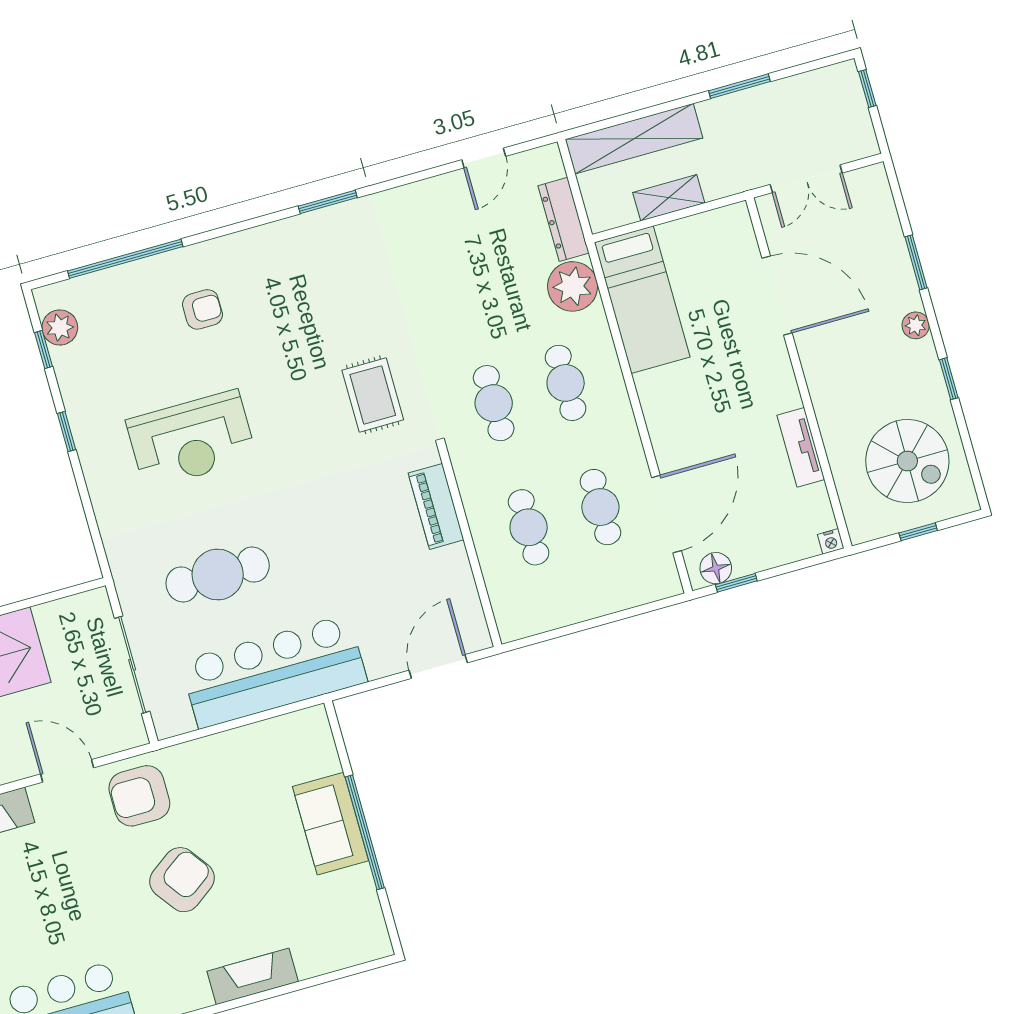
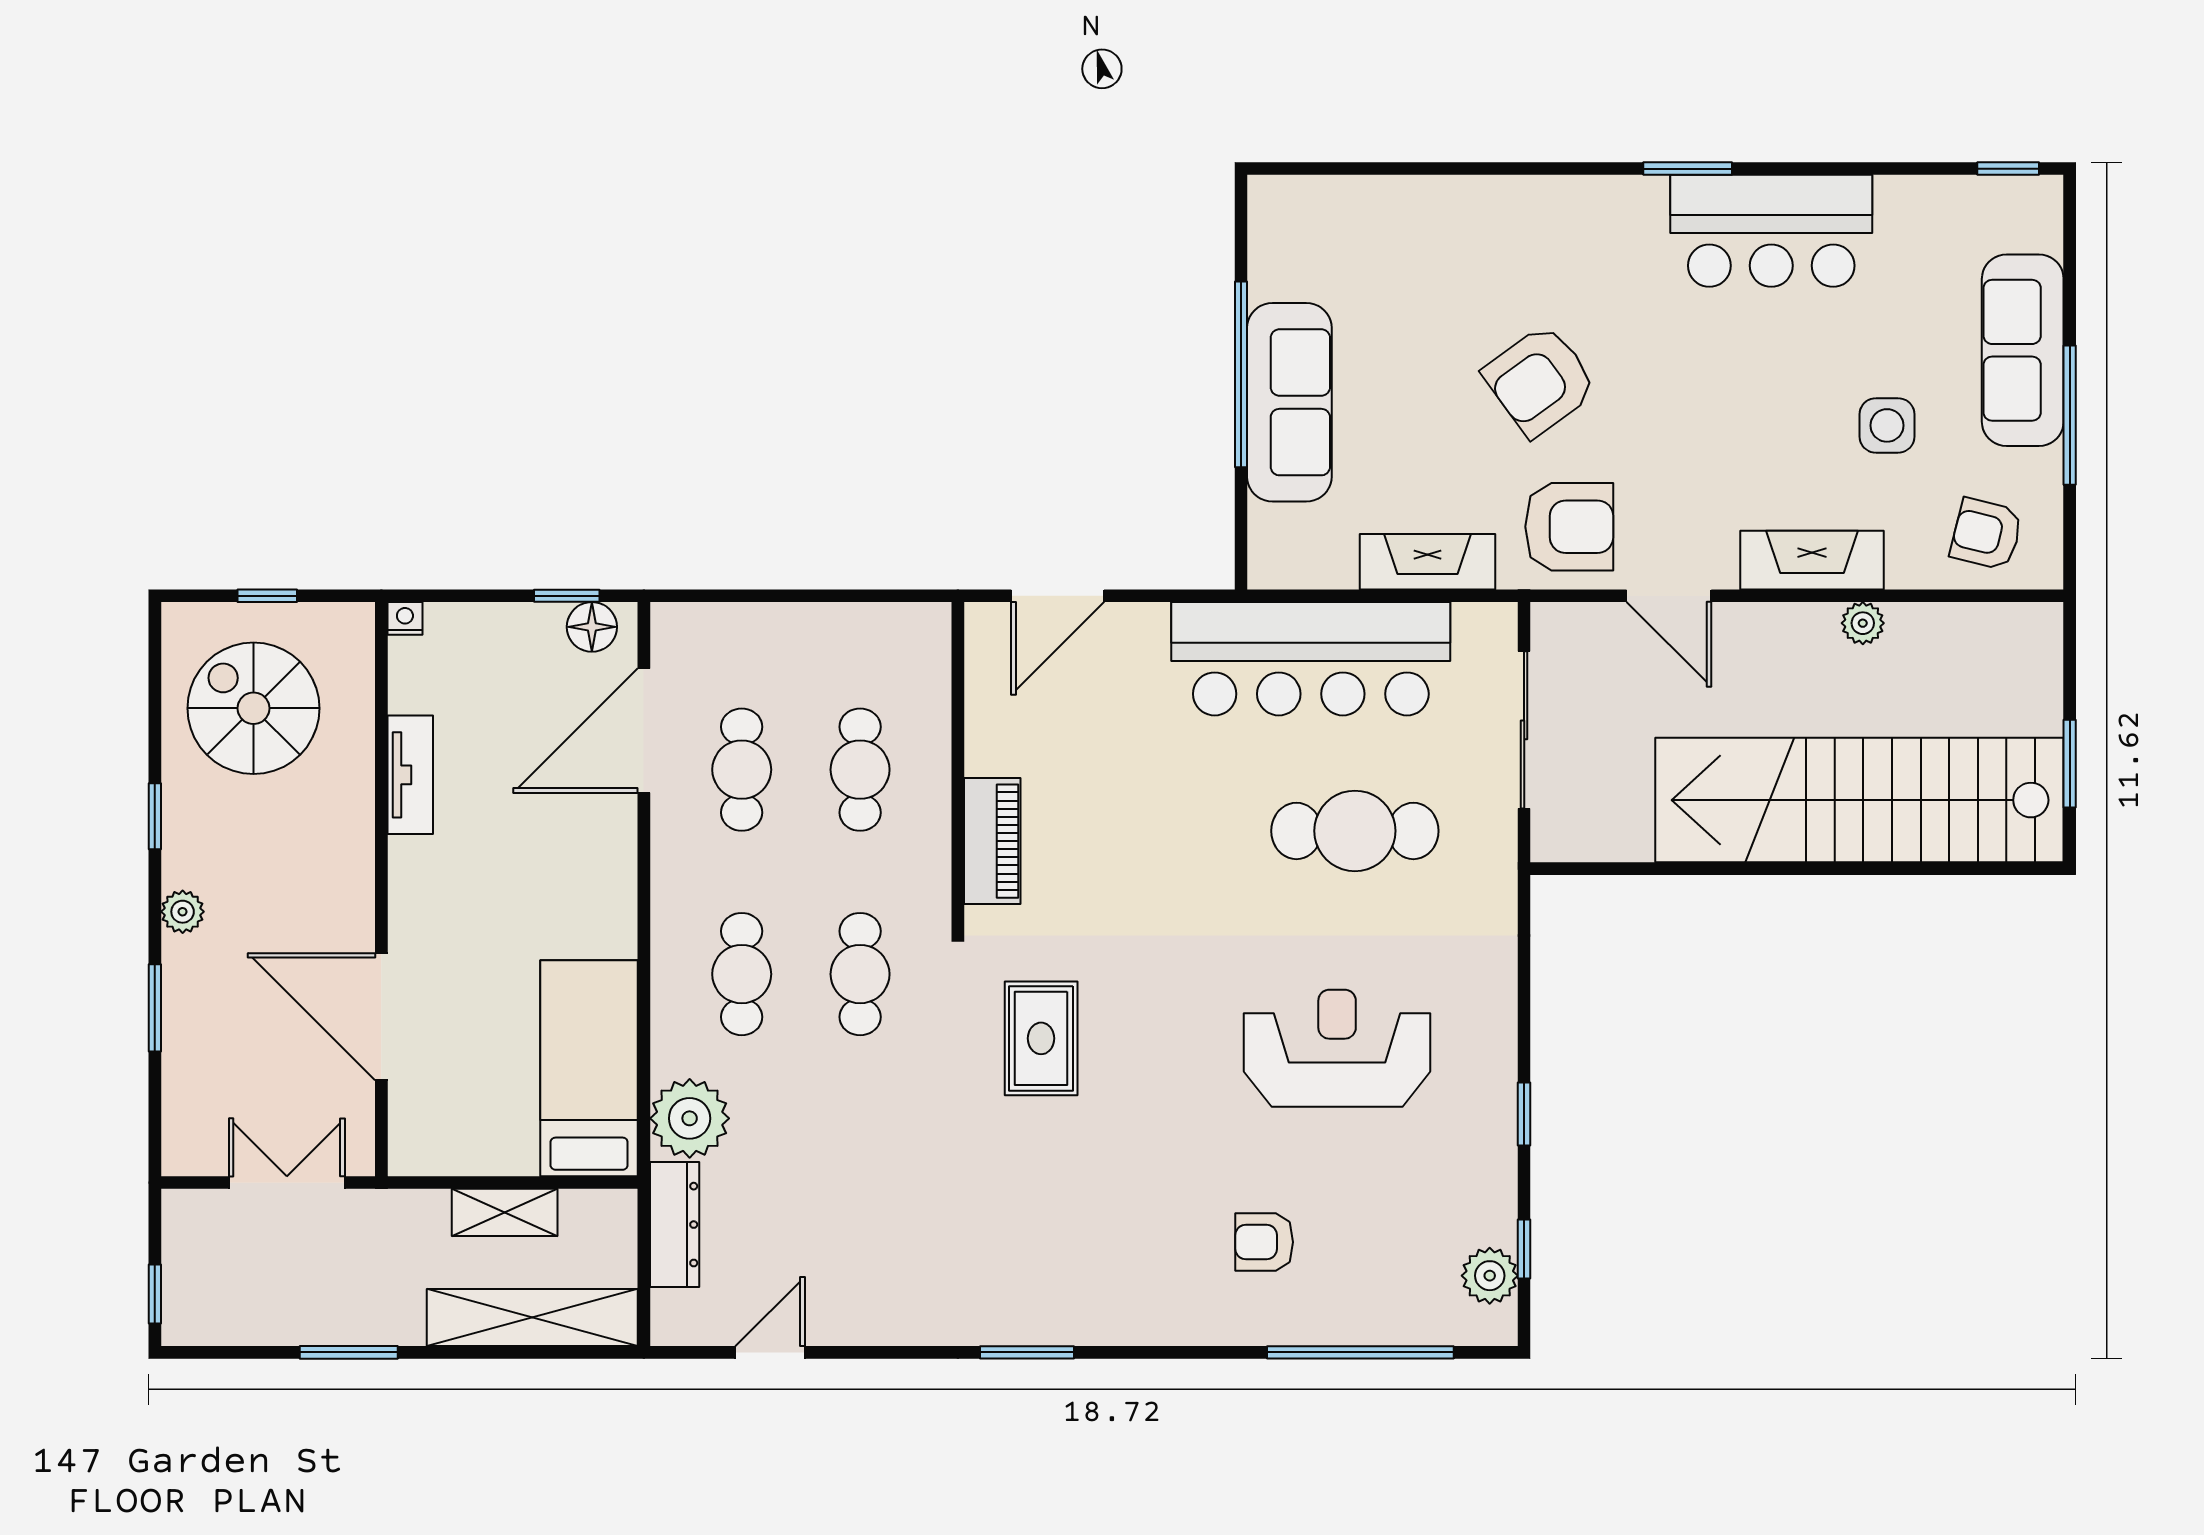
sofa: (331, 824) -> (1289, 402), width x1.36
fireplace: (253, 976) -> (1428, 562), moved, turned 180

